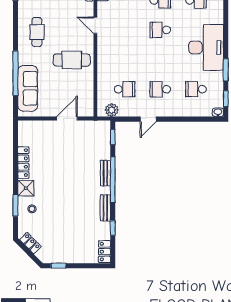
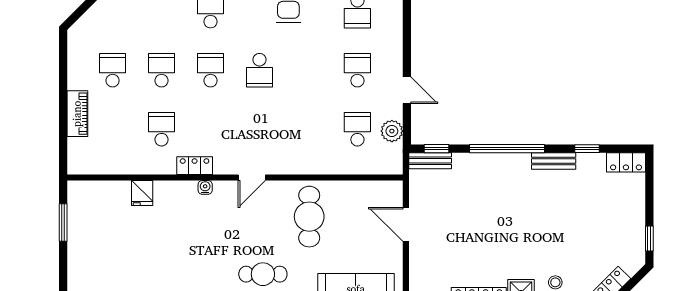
school desk: (160, 89) -> (357, 70), turned 180
plant: (112, 110) -> (392, 131), moved
bench: (105, 173) -> (430, 161), moved

